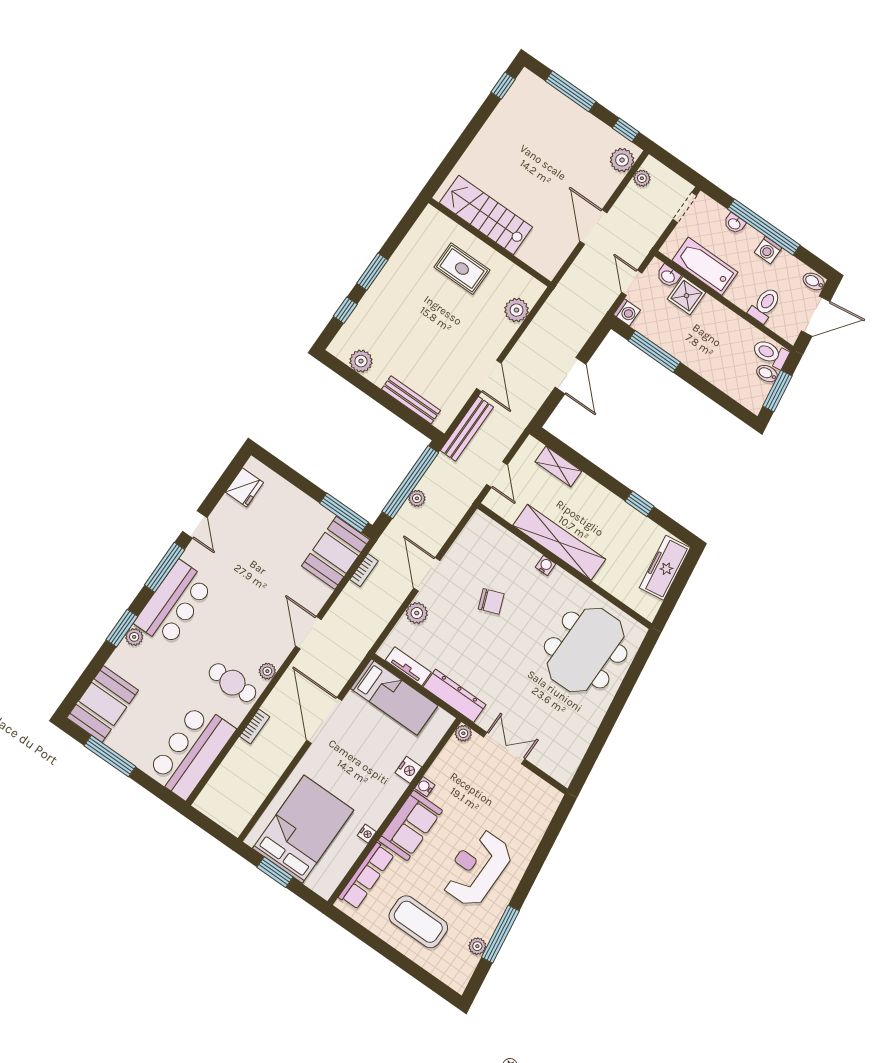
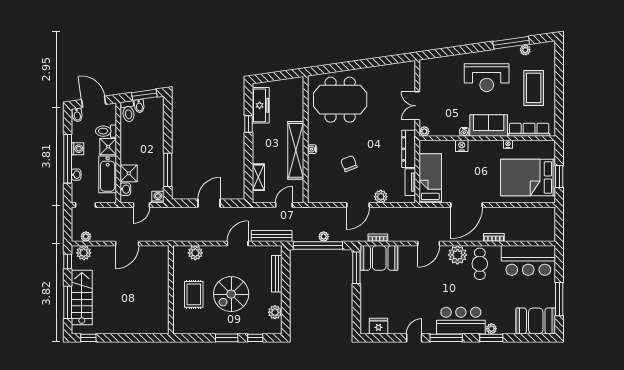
stairs: (486, 215) -> (82, 298), moved, turned 180
shower: (742, 293) -> (108, 147), added
spiral stairs: (427, 319) -> (231, 294), added
freezer: (665, 568) -> (261, 105), moved, turned -82
plant: (267, 671) -> (457, 255), width x1.88, depth x1.88

